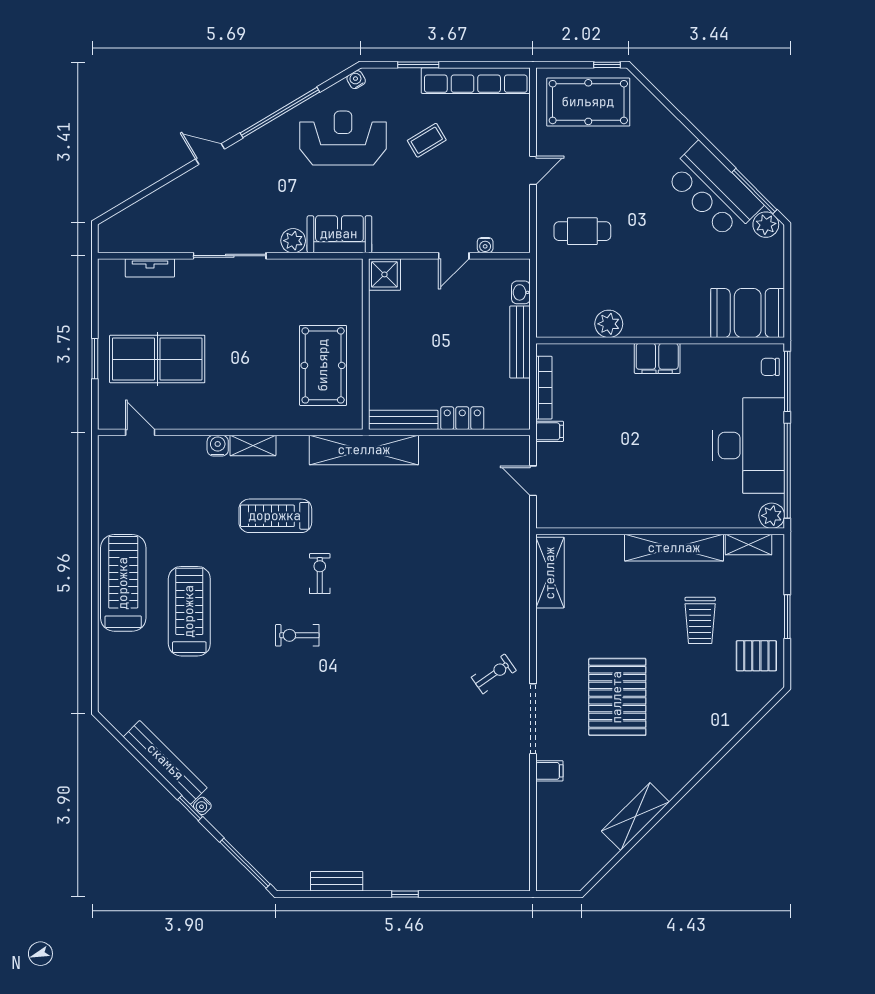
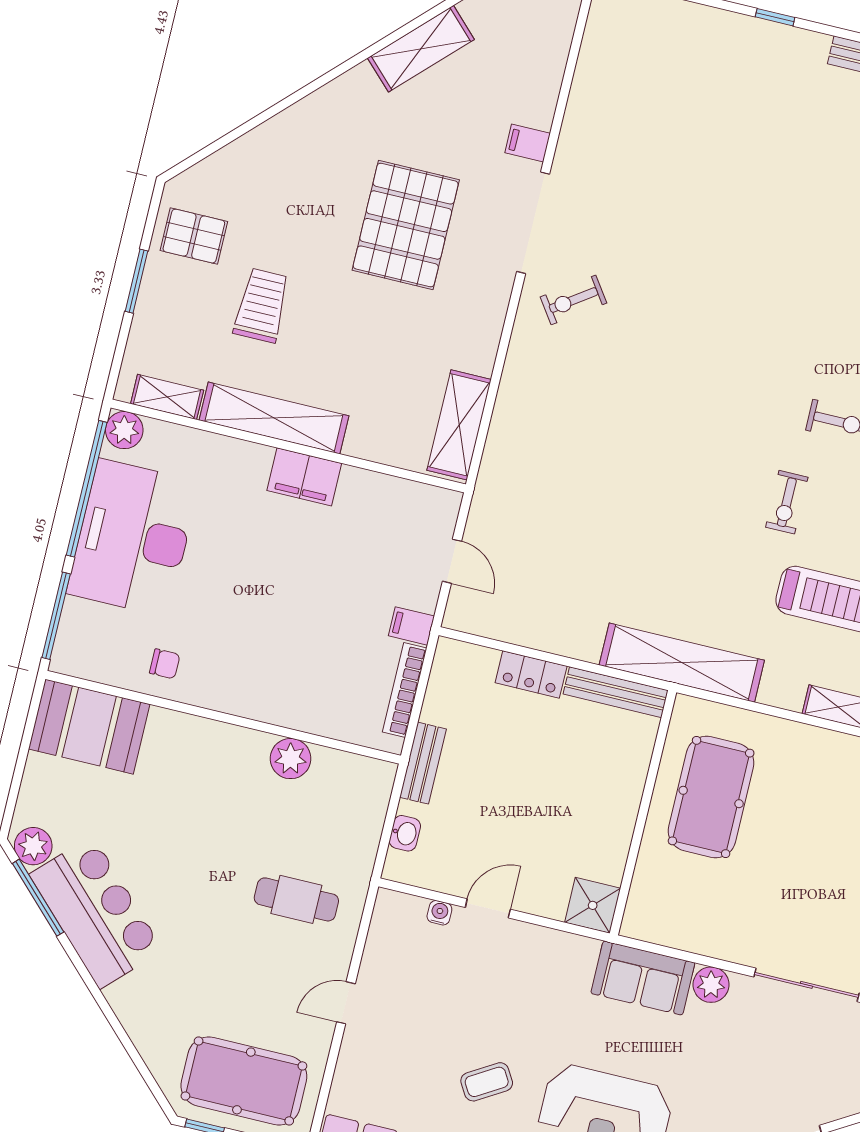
bench: (520, 342) -> (423, 763), width x0.73
filing cabinet: (657, 358) -> (304, 477), moved, turned 180
chair: (770, 367) -> (165, 664), moved

